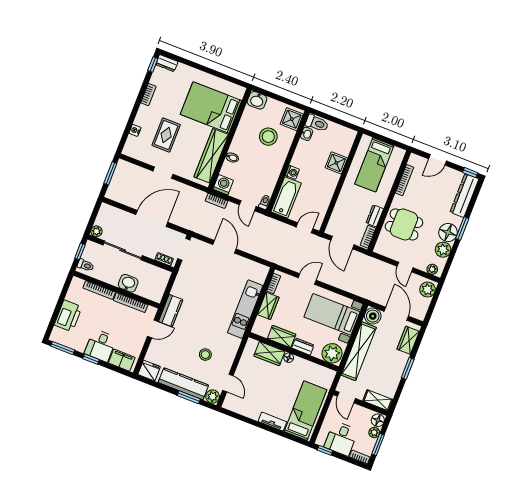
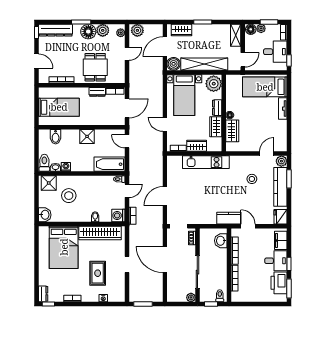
rug: (166, 135) -> (98, 273), turned 90
bidet: (342, 148) -> (56, 137), added
shower: (336, 163) -> (87, 136), moved
washing machine: (292, 172) -> (66, 167), moved
washbasin: (128, 283) -> (221, 241), moved
printer: (68, 316) -> (279, 283), moved, turned -90

